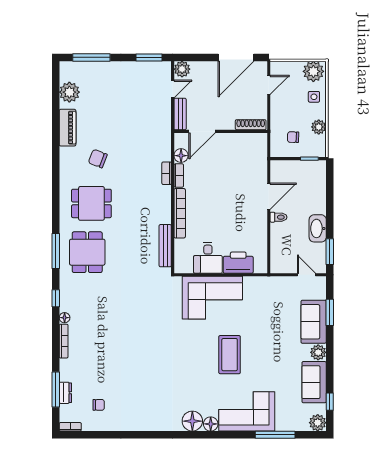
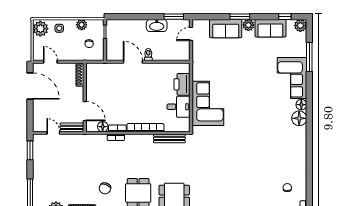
plant: (182, 69) -> (39, 126), removed
window: (330, 312) -> (240, 17), moved
coffee table: (230, 355) -> (250, 91), removed

